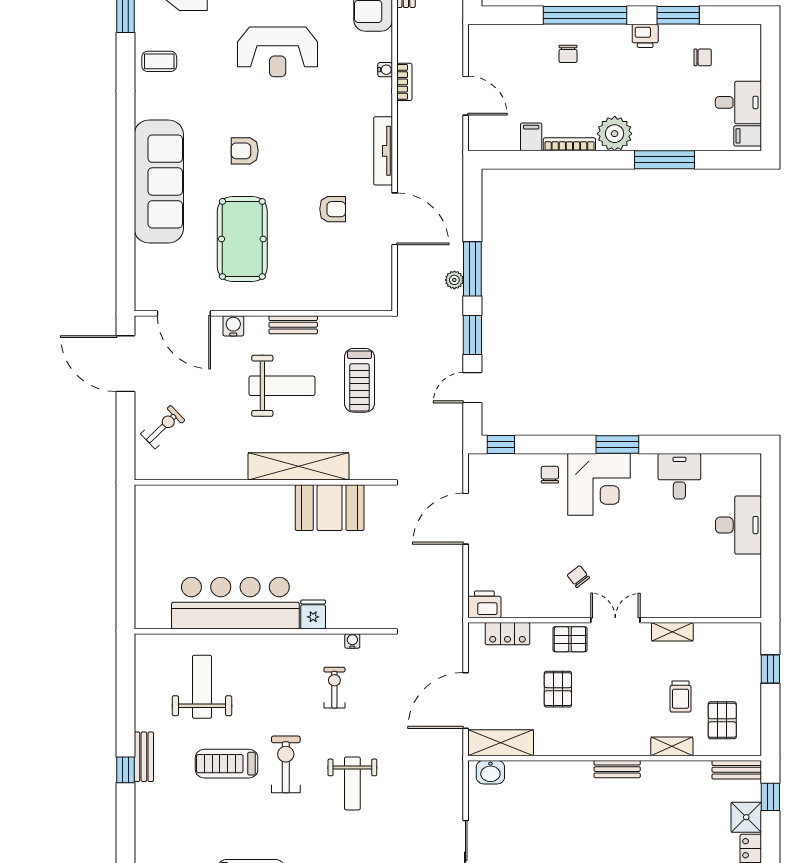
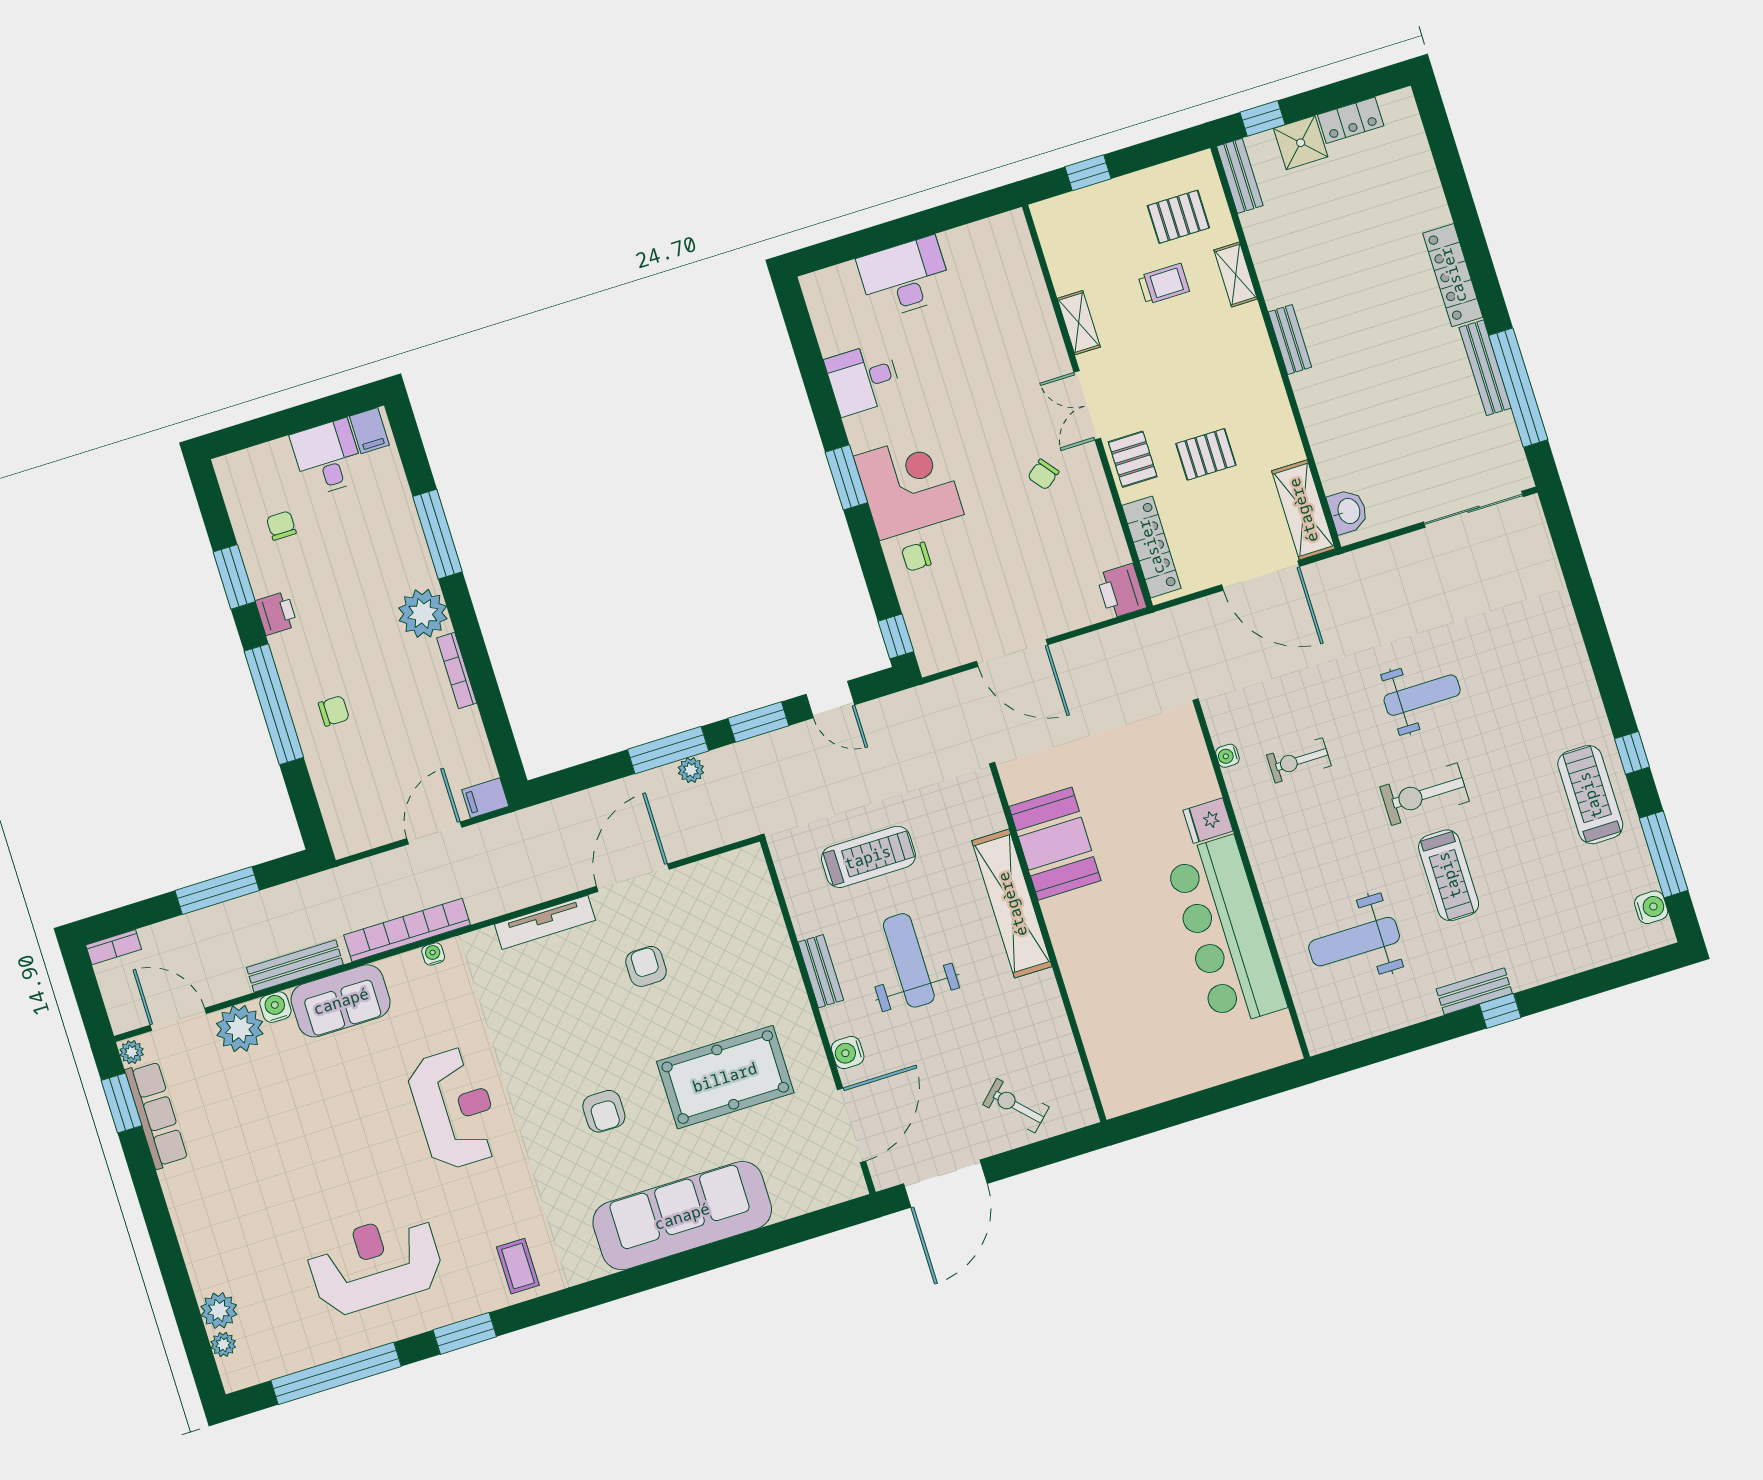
bookcase: (404, 82) -> (407, 930), width x2.31, depth x1.31
filing cabinet: (531, 137) -> (485, 798), moved
locker: (507, 634) -> (1151, 547), width x1.53

